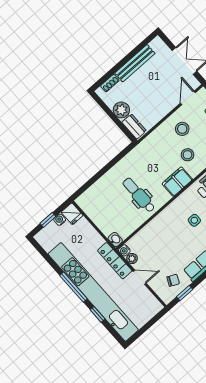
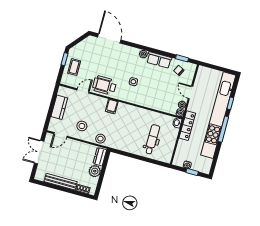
stool: (187, 155) -> (100, 139), moved
filing cabinet: (177, 182) -> (112, 107), width x0.50
dental chair: (139, 195) -> (152, 139), moved, turned 180
fridge: (72, 214) -> (179, 160), removed
locker: (115, 261) -> (187, 126), moved

